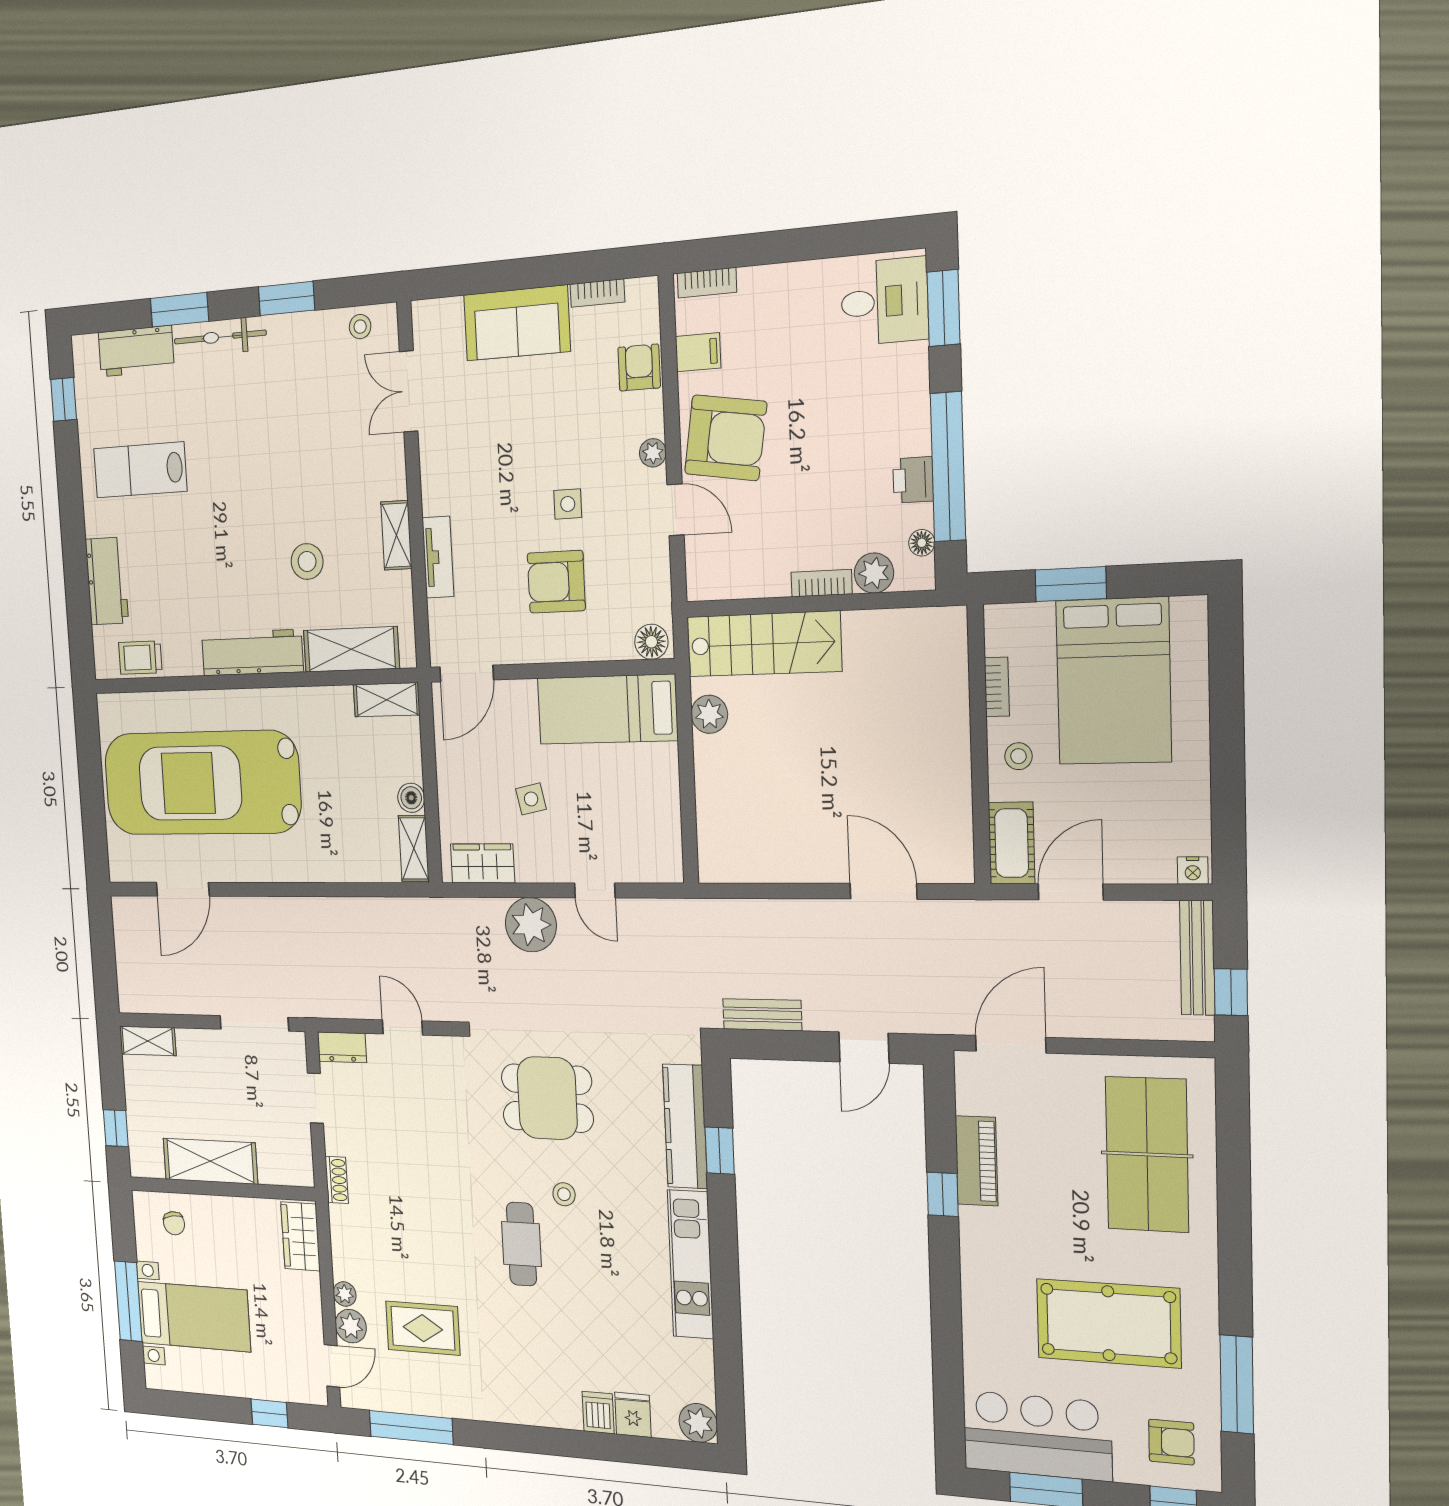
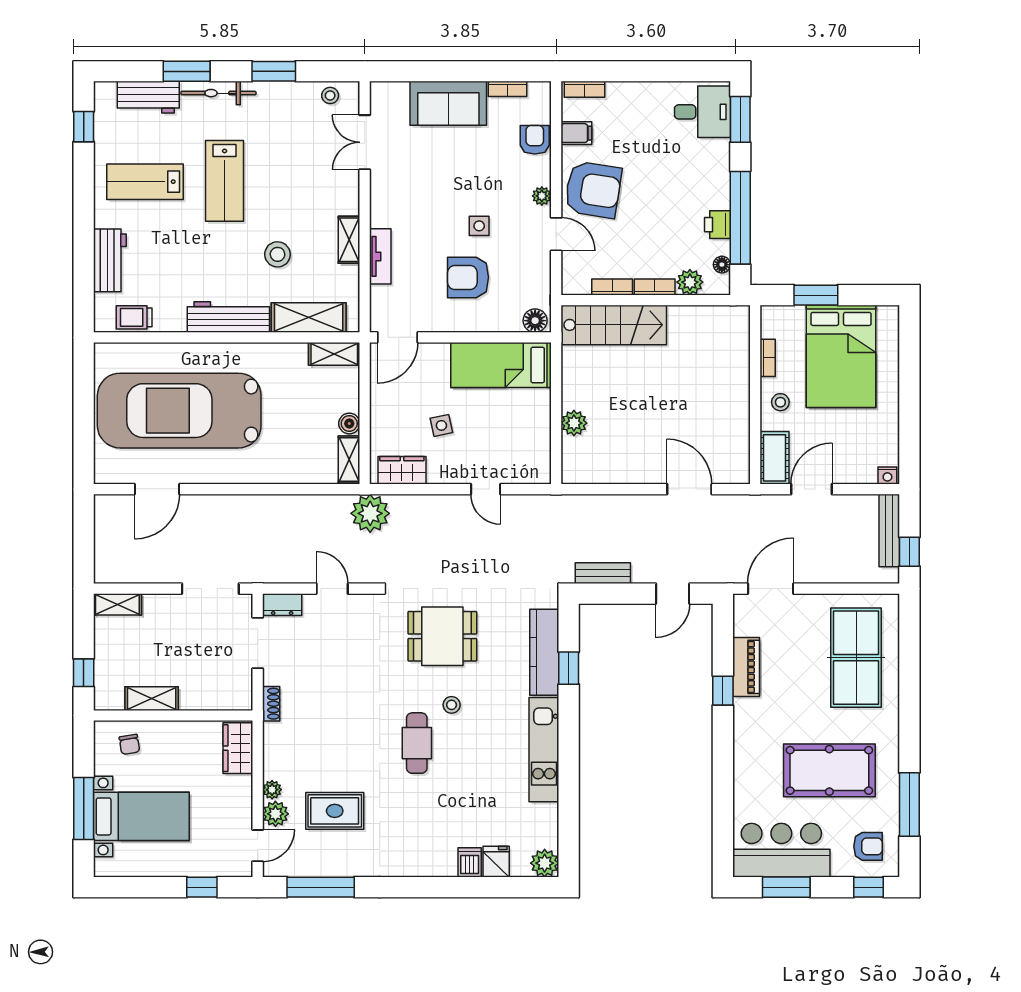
lab bench: (235, 461) -> (225, 181), added
bookcase: (759, 586) -> (612, 287), added
plant: (709, 714) -> (574, 423), moved
plant: (531, 925) -> (370, 513), moved
doorway: (315, 1098) -> (258, 643), width x1.38
shelving: (210, 1161) -> (152, 699), width x0.67, depth x0.75

